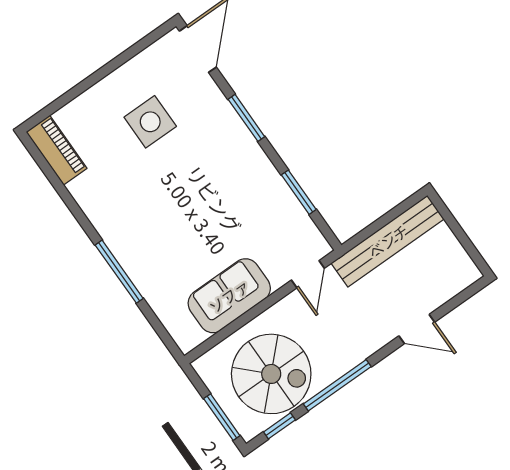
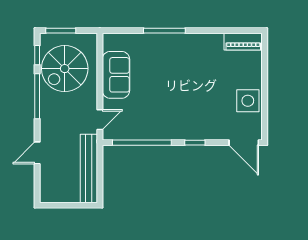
window: (246, 118) -> (195, 143), width x0.67
side table: (150, 122) -> (248, 101), moved
window: (299, 192) -> (142, 143), width x2.11
door: (308, 274) -> (100, 120), swing flipped

